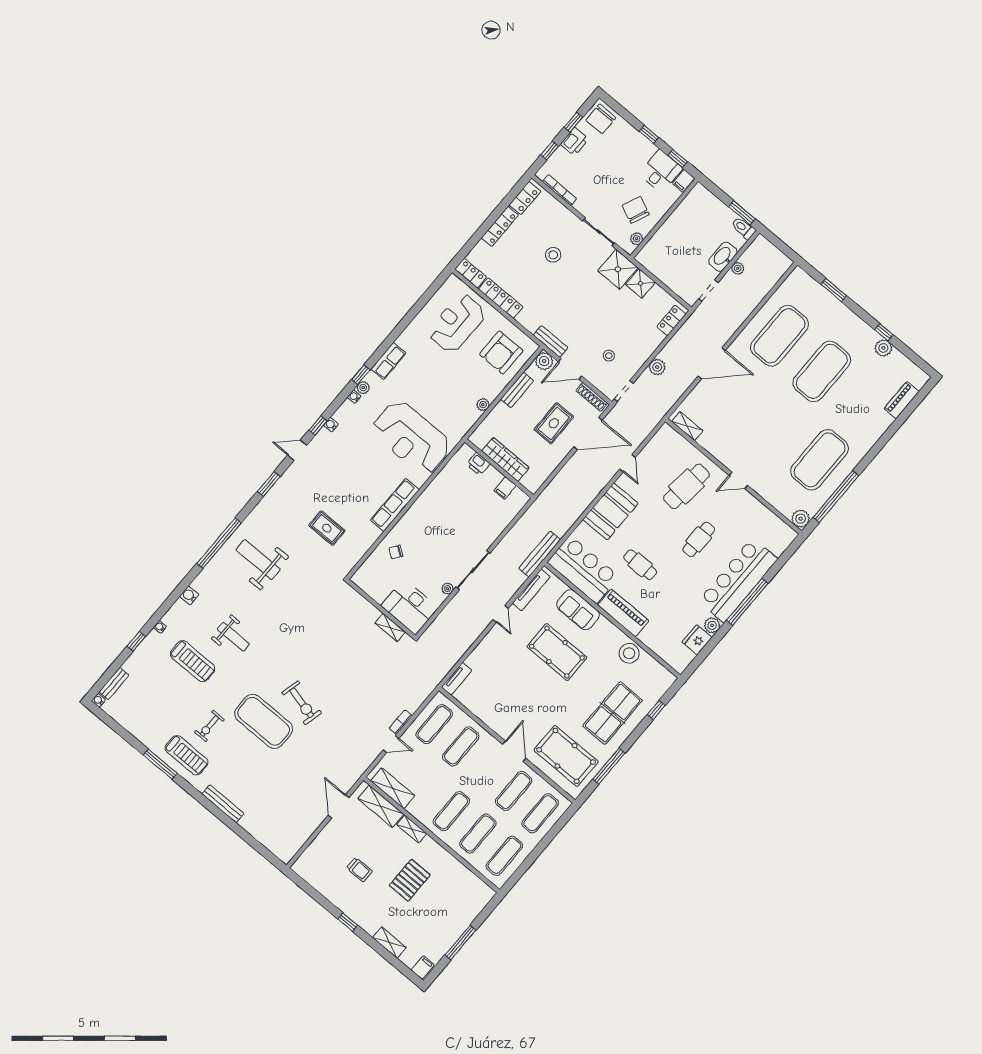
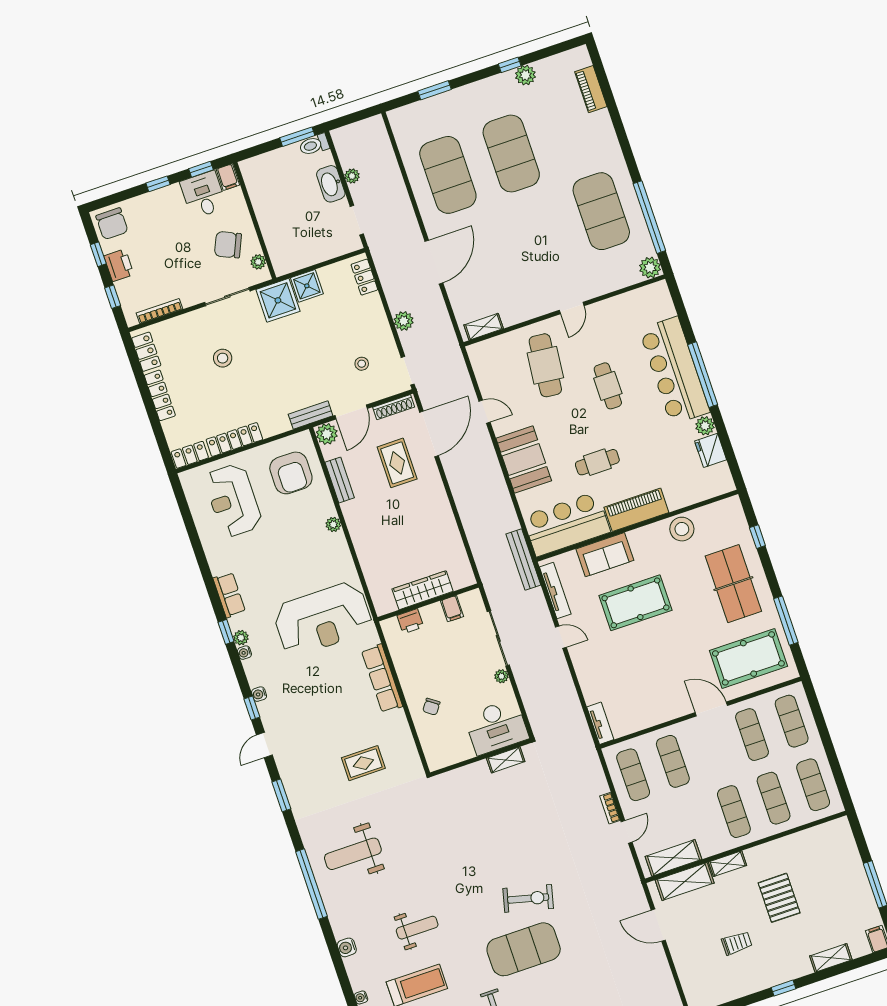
wardrobe: (505, 459) -> (423, 590), moved
printer: (478, 464) -> (410, 621), moved
wall: (499, 468) -> (428, 602), moved
filing cabinet: (505, 488) -> (452, 609), moved

